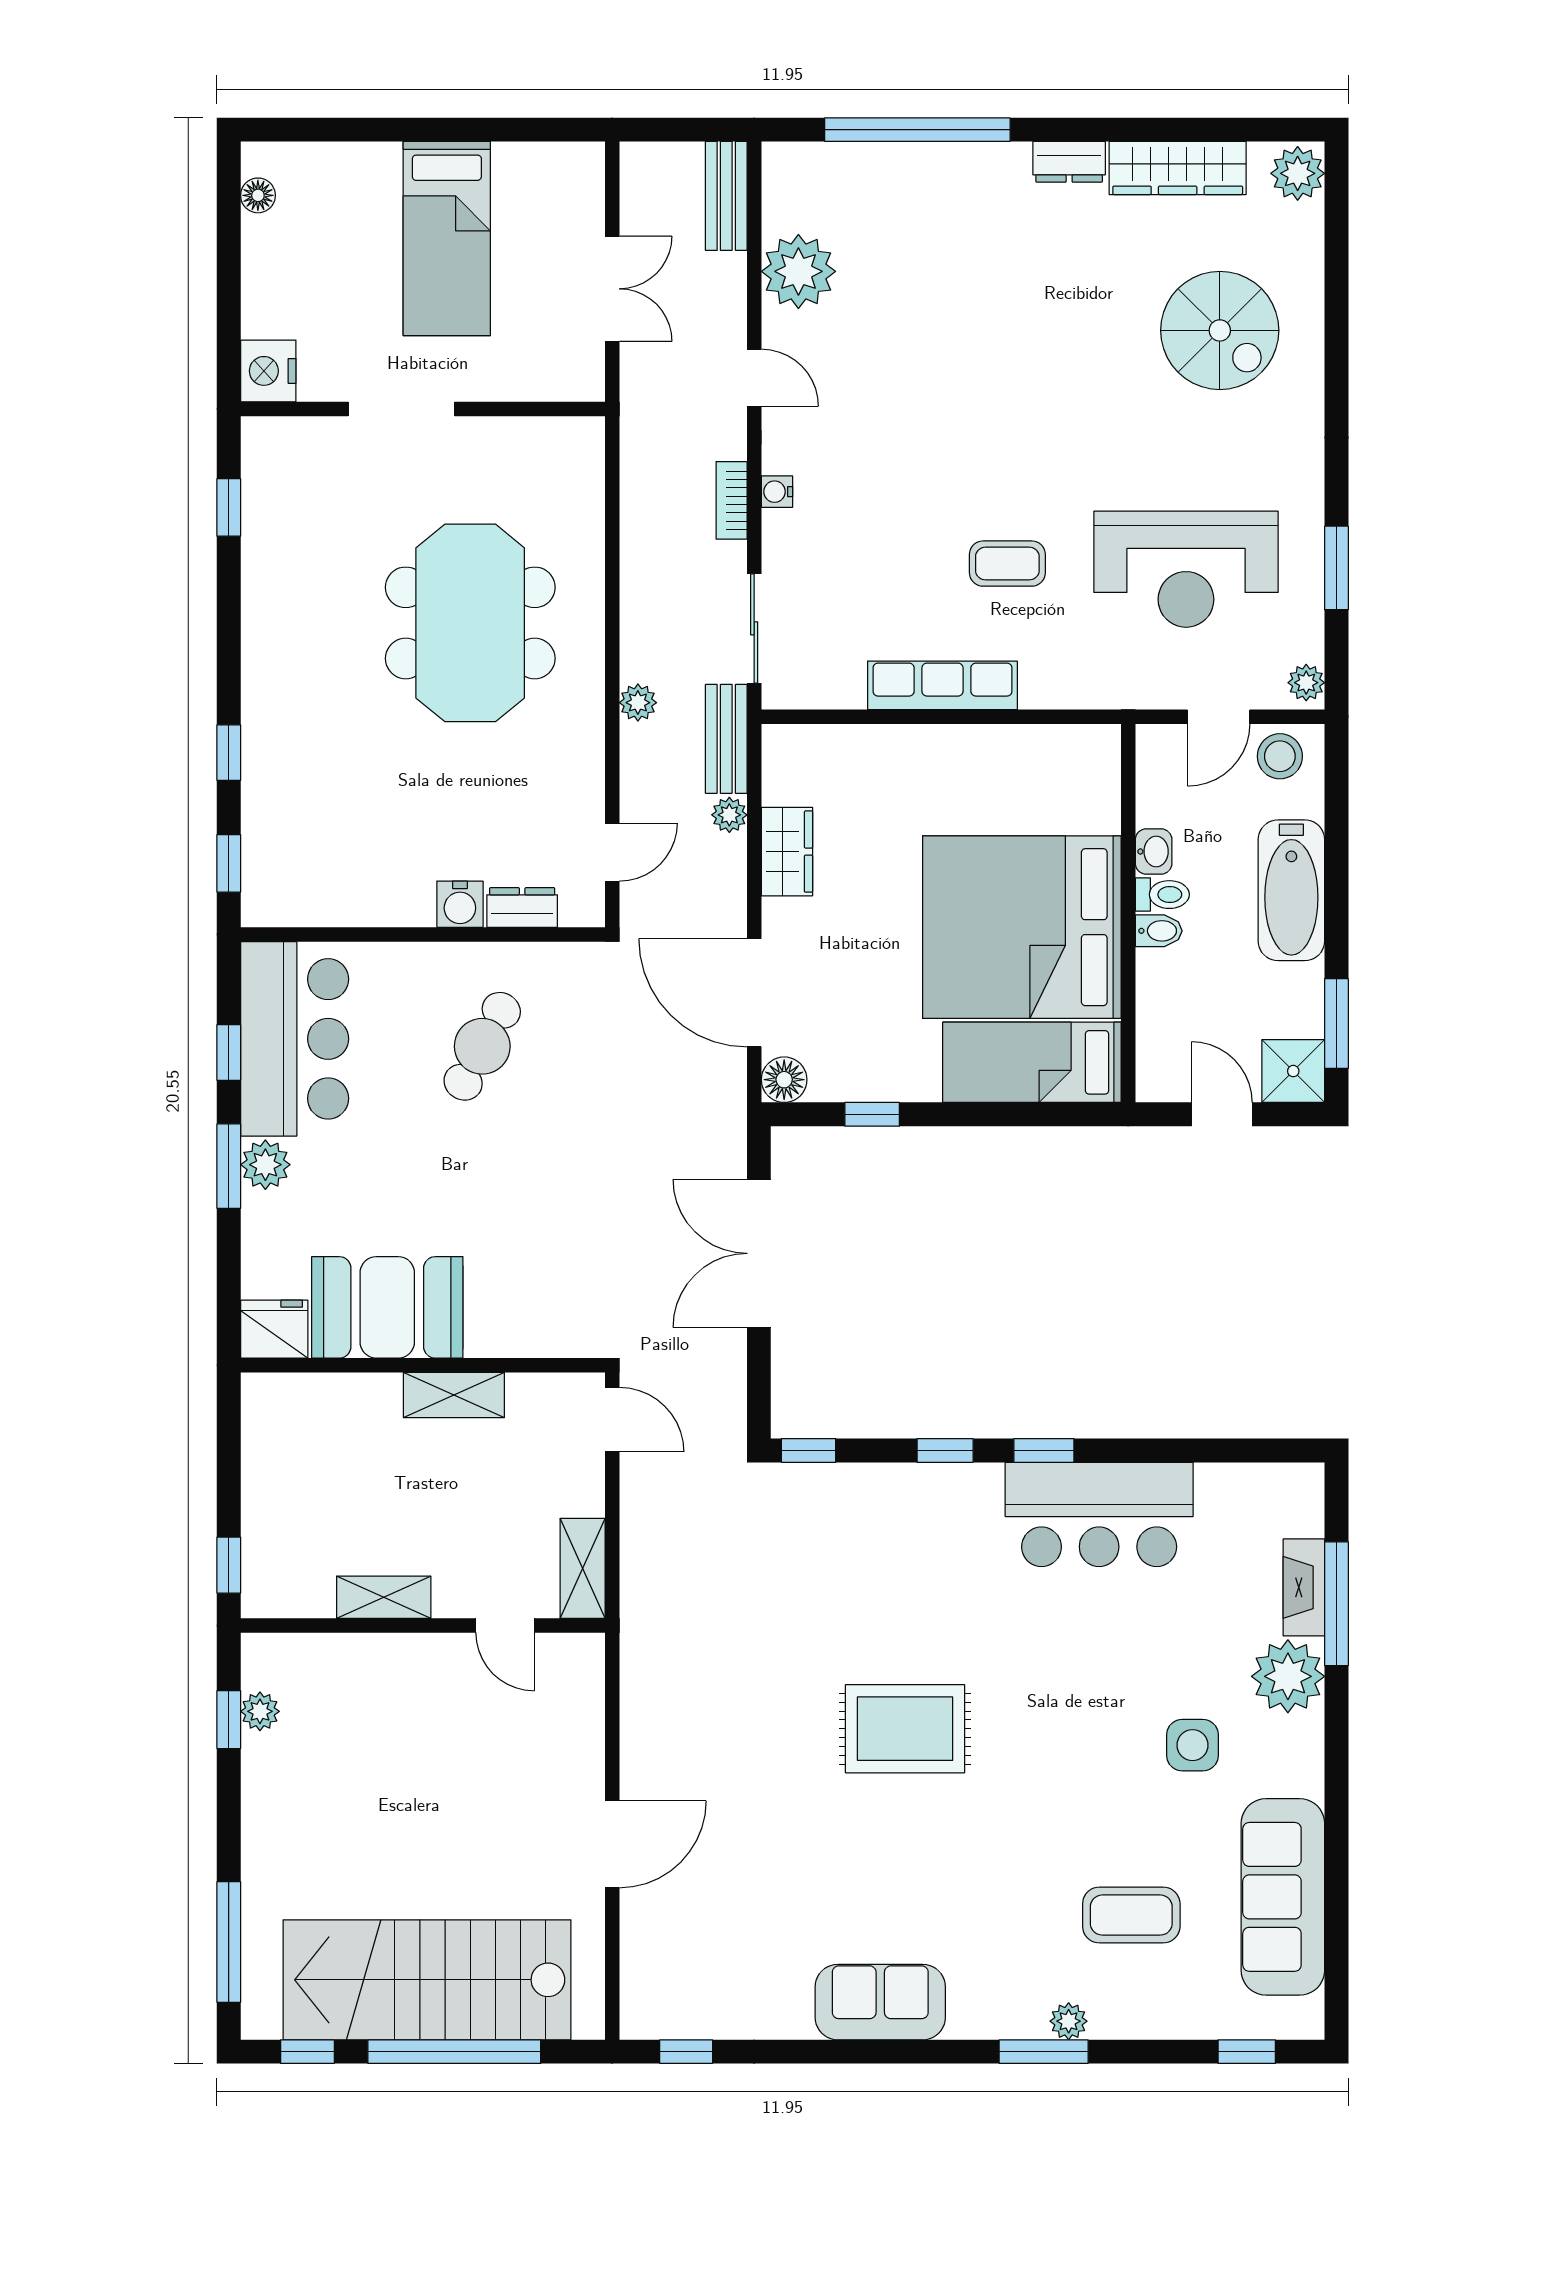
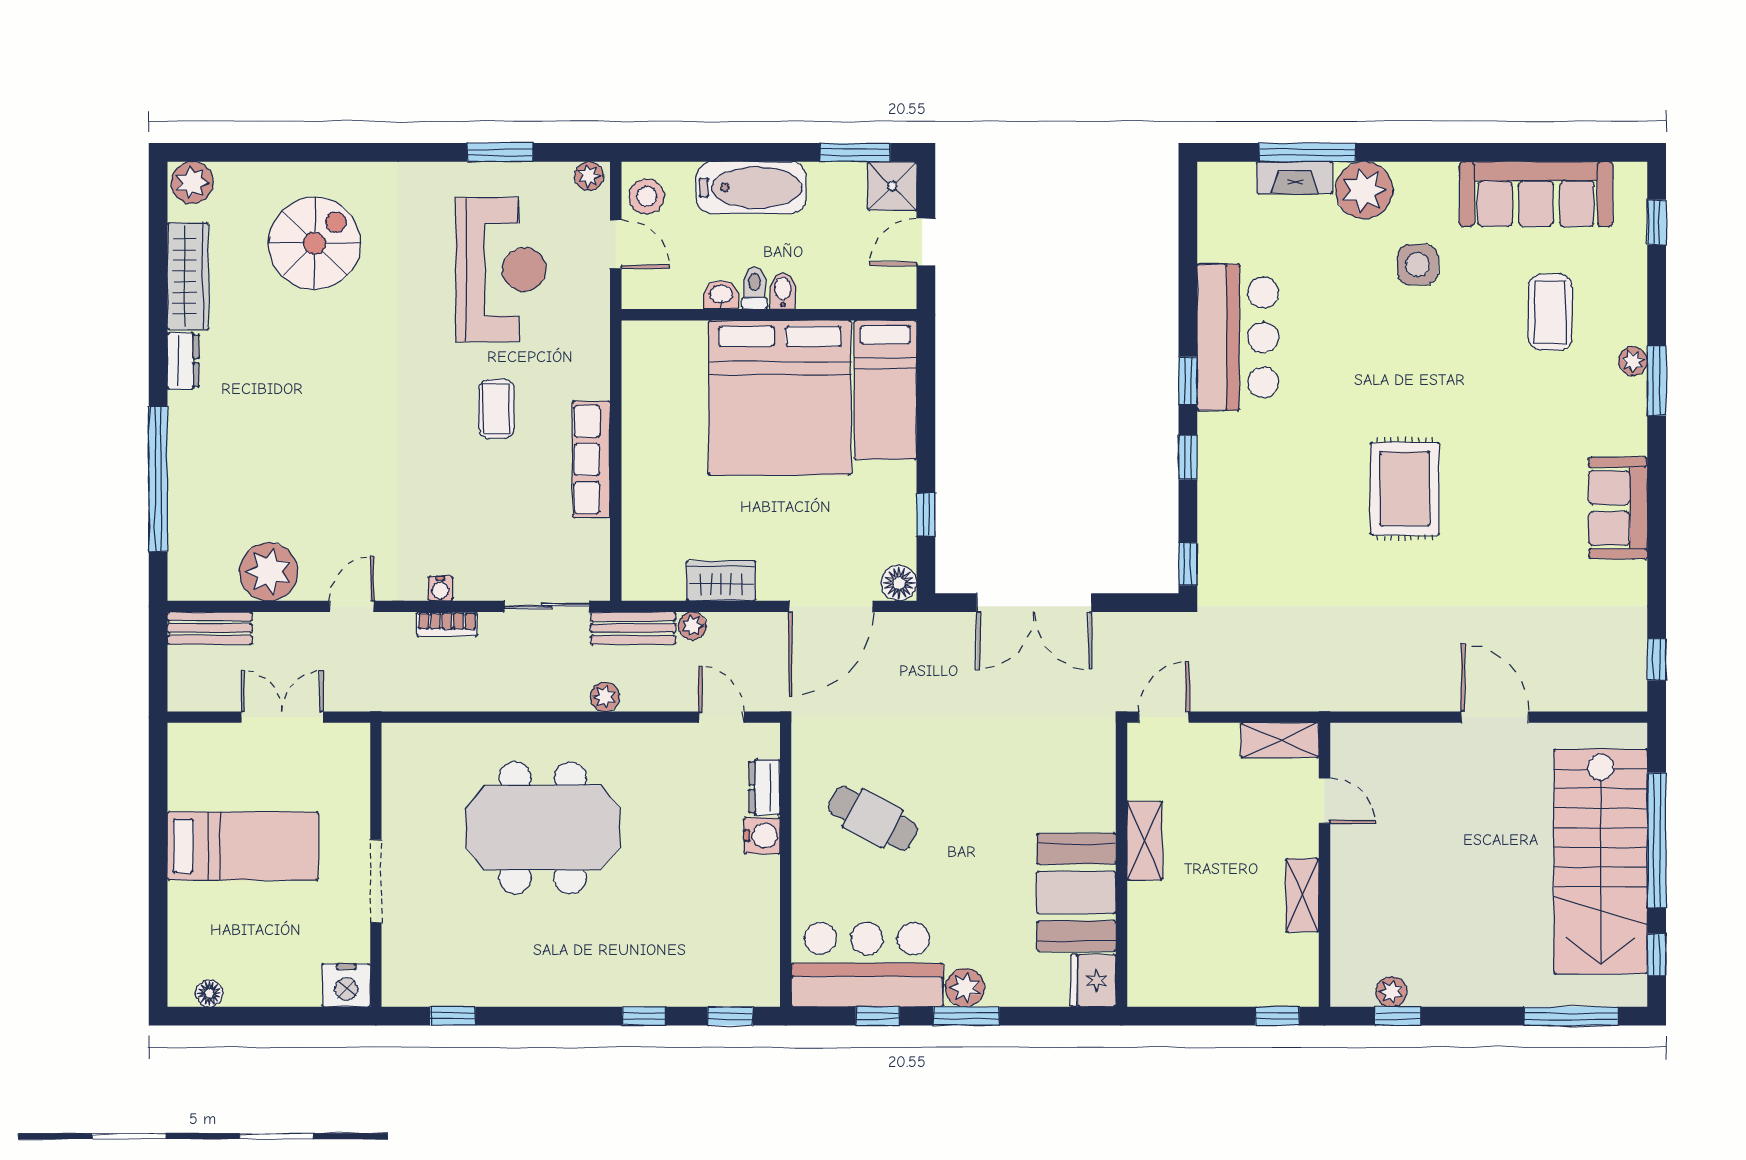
door: (505, 1626) -> (1324, 801), hinge flipped

